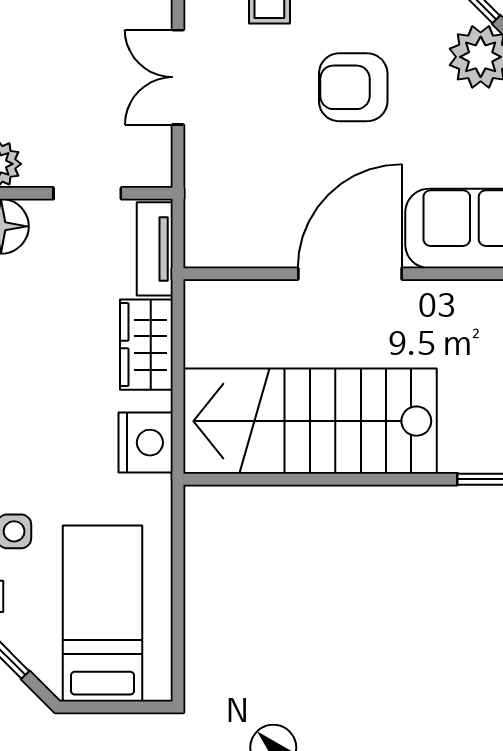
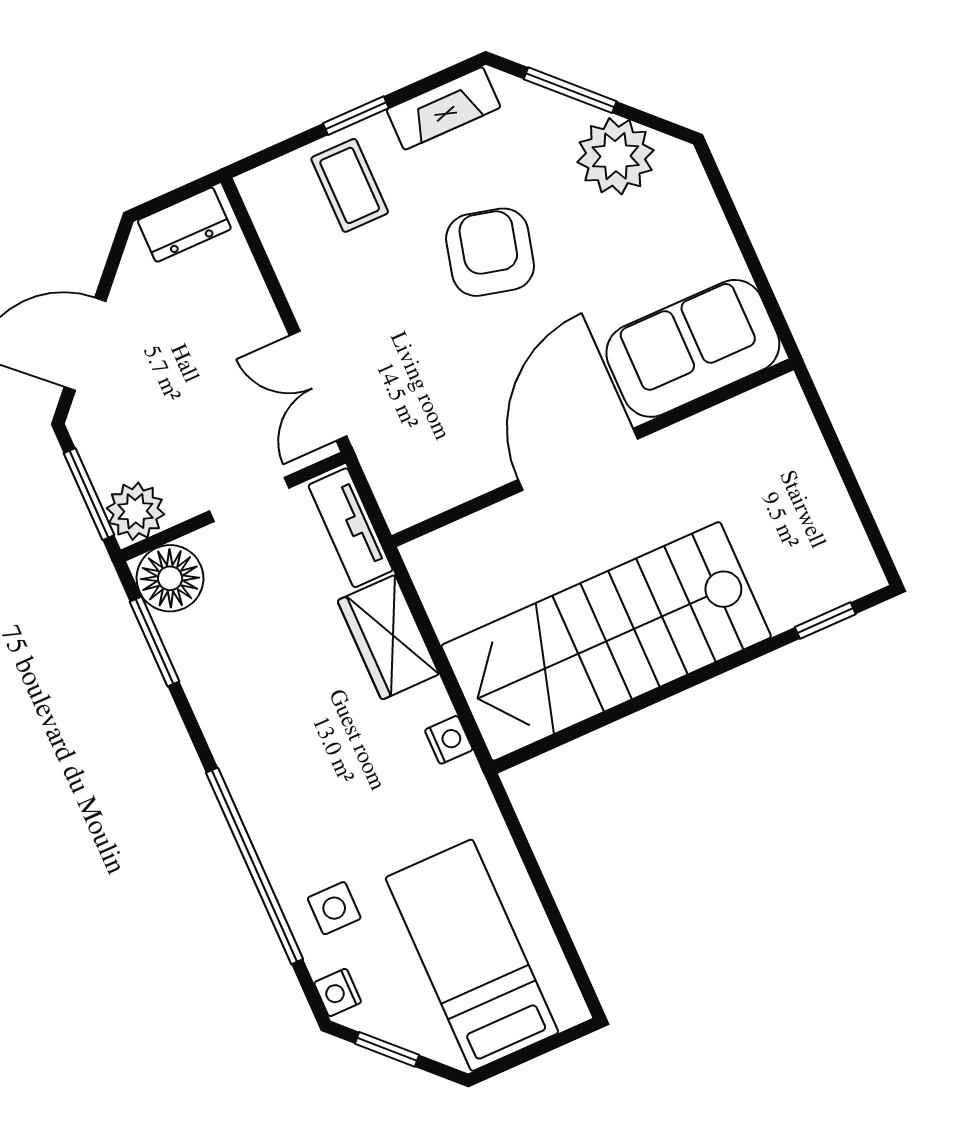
double door: (178, 77) -> (318, 386), moved
armchair: (353, 87) -> (490, 252), turned 104
nightstand: (146, 443) -> (449, 740), width x0.53, depth x0.56

